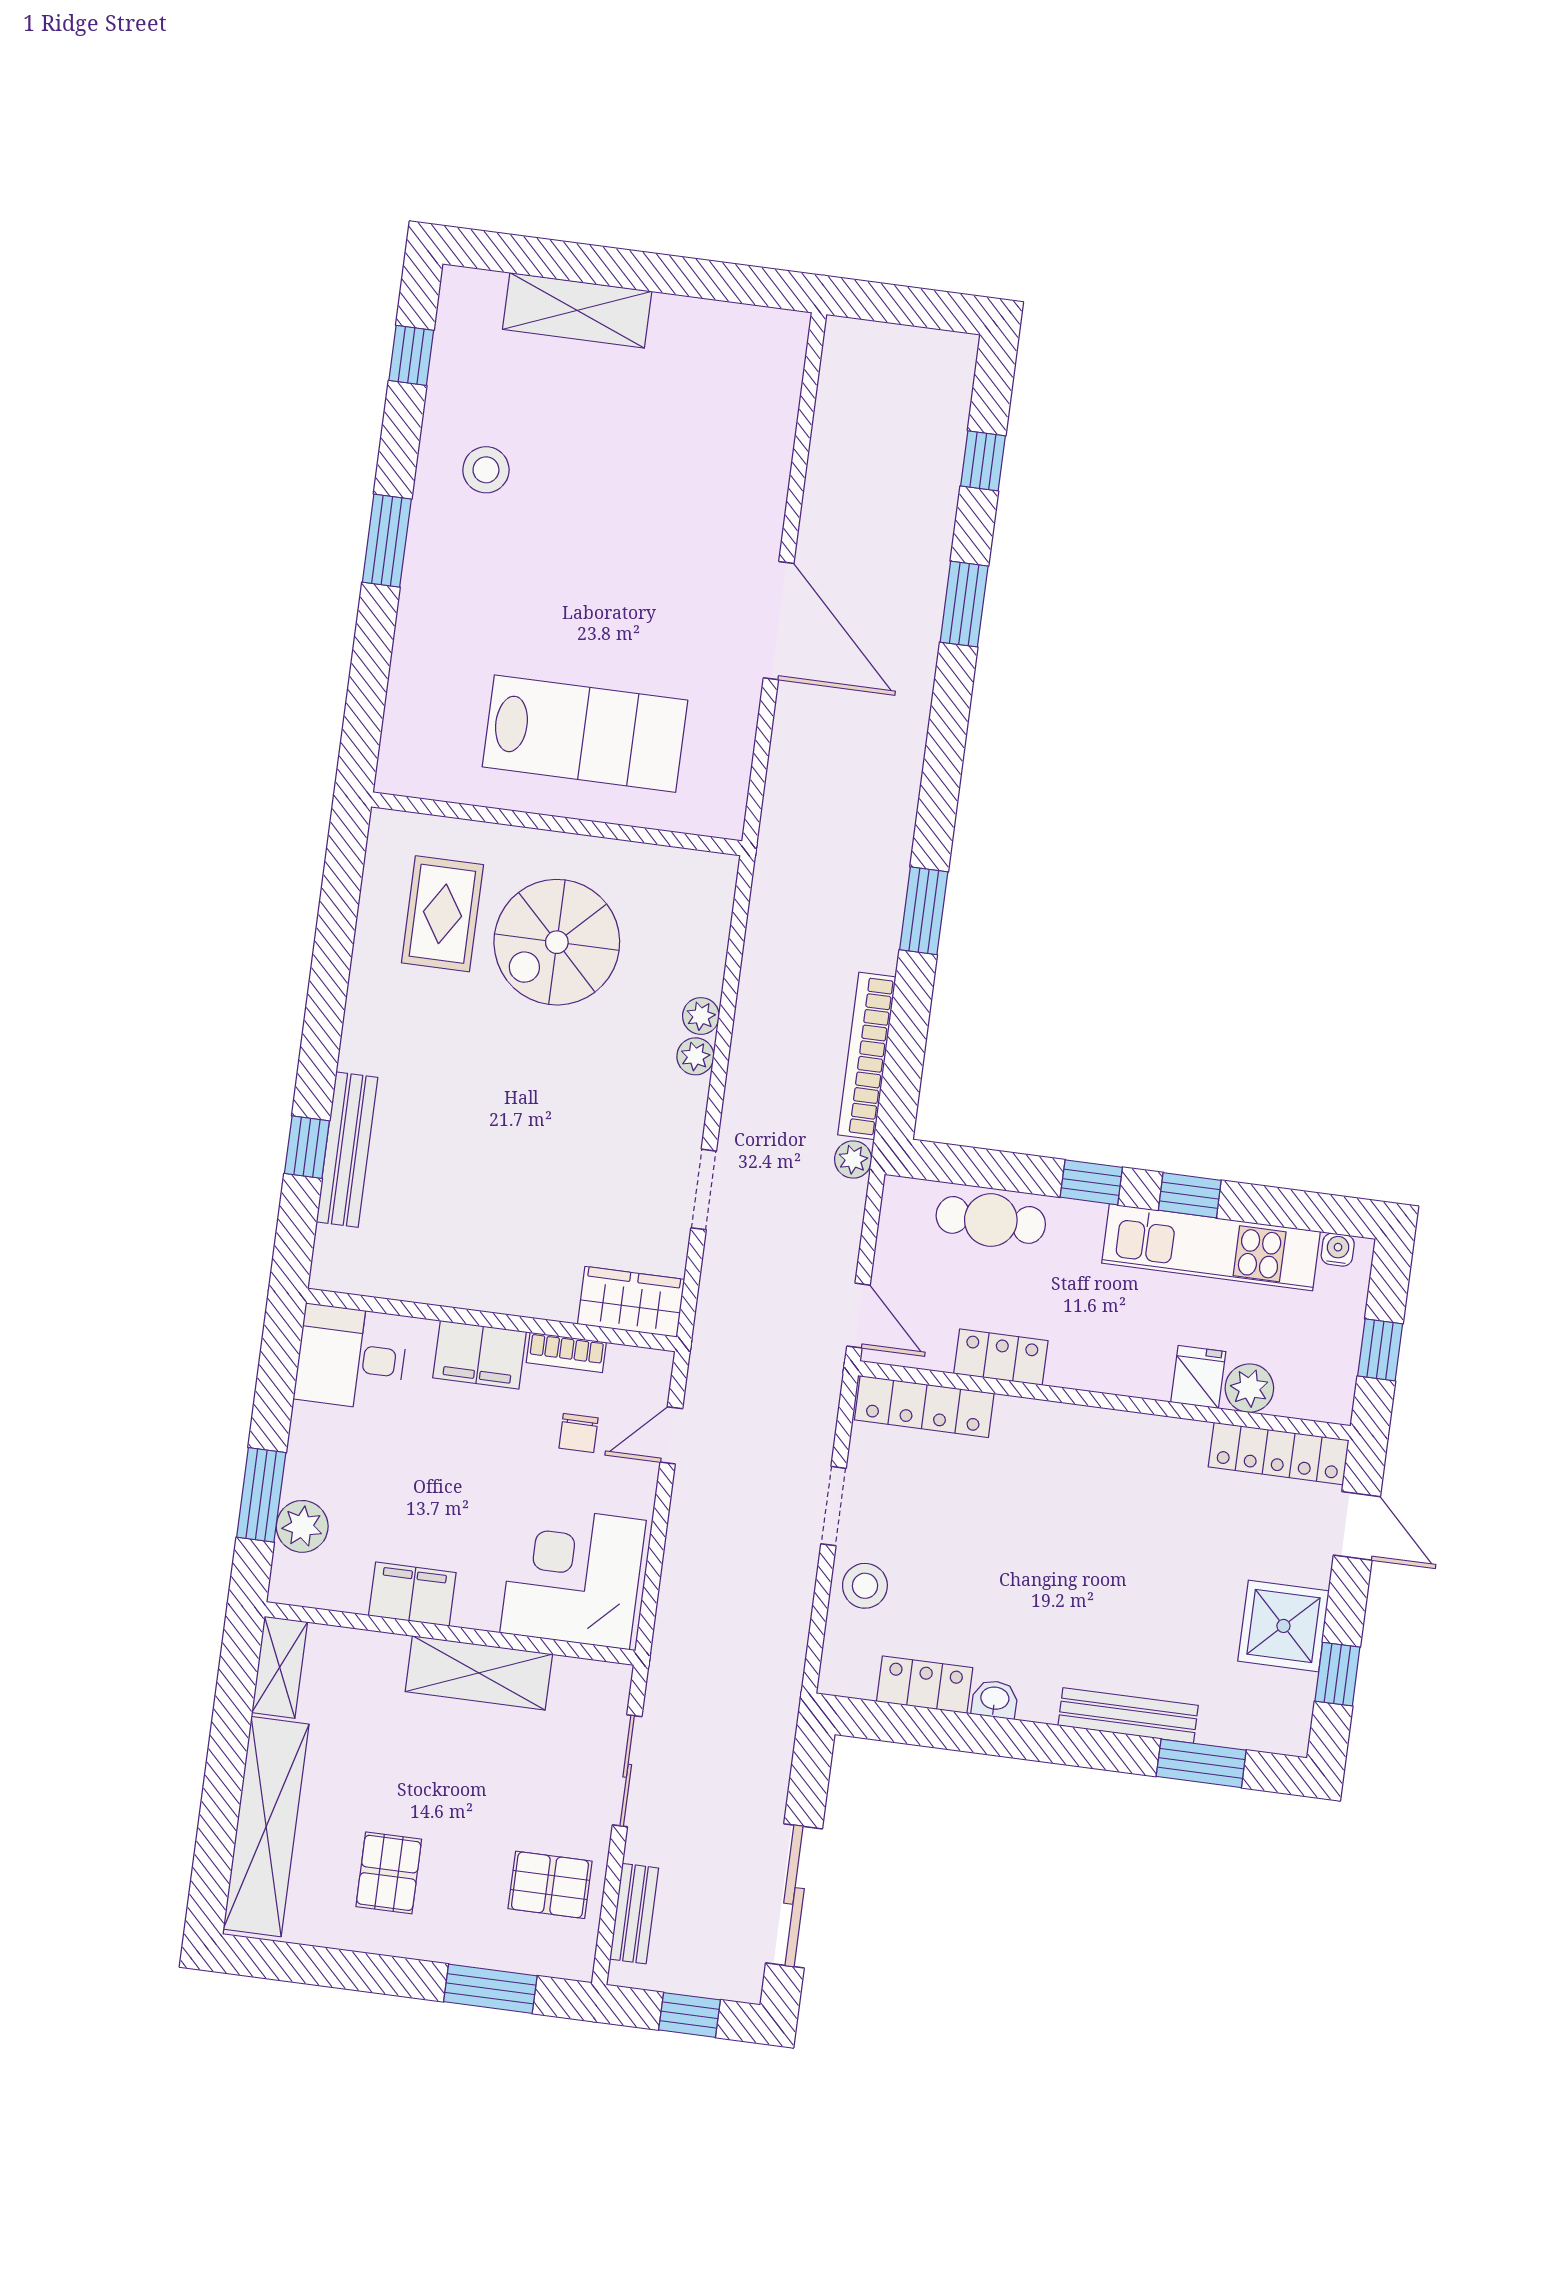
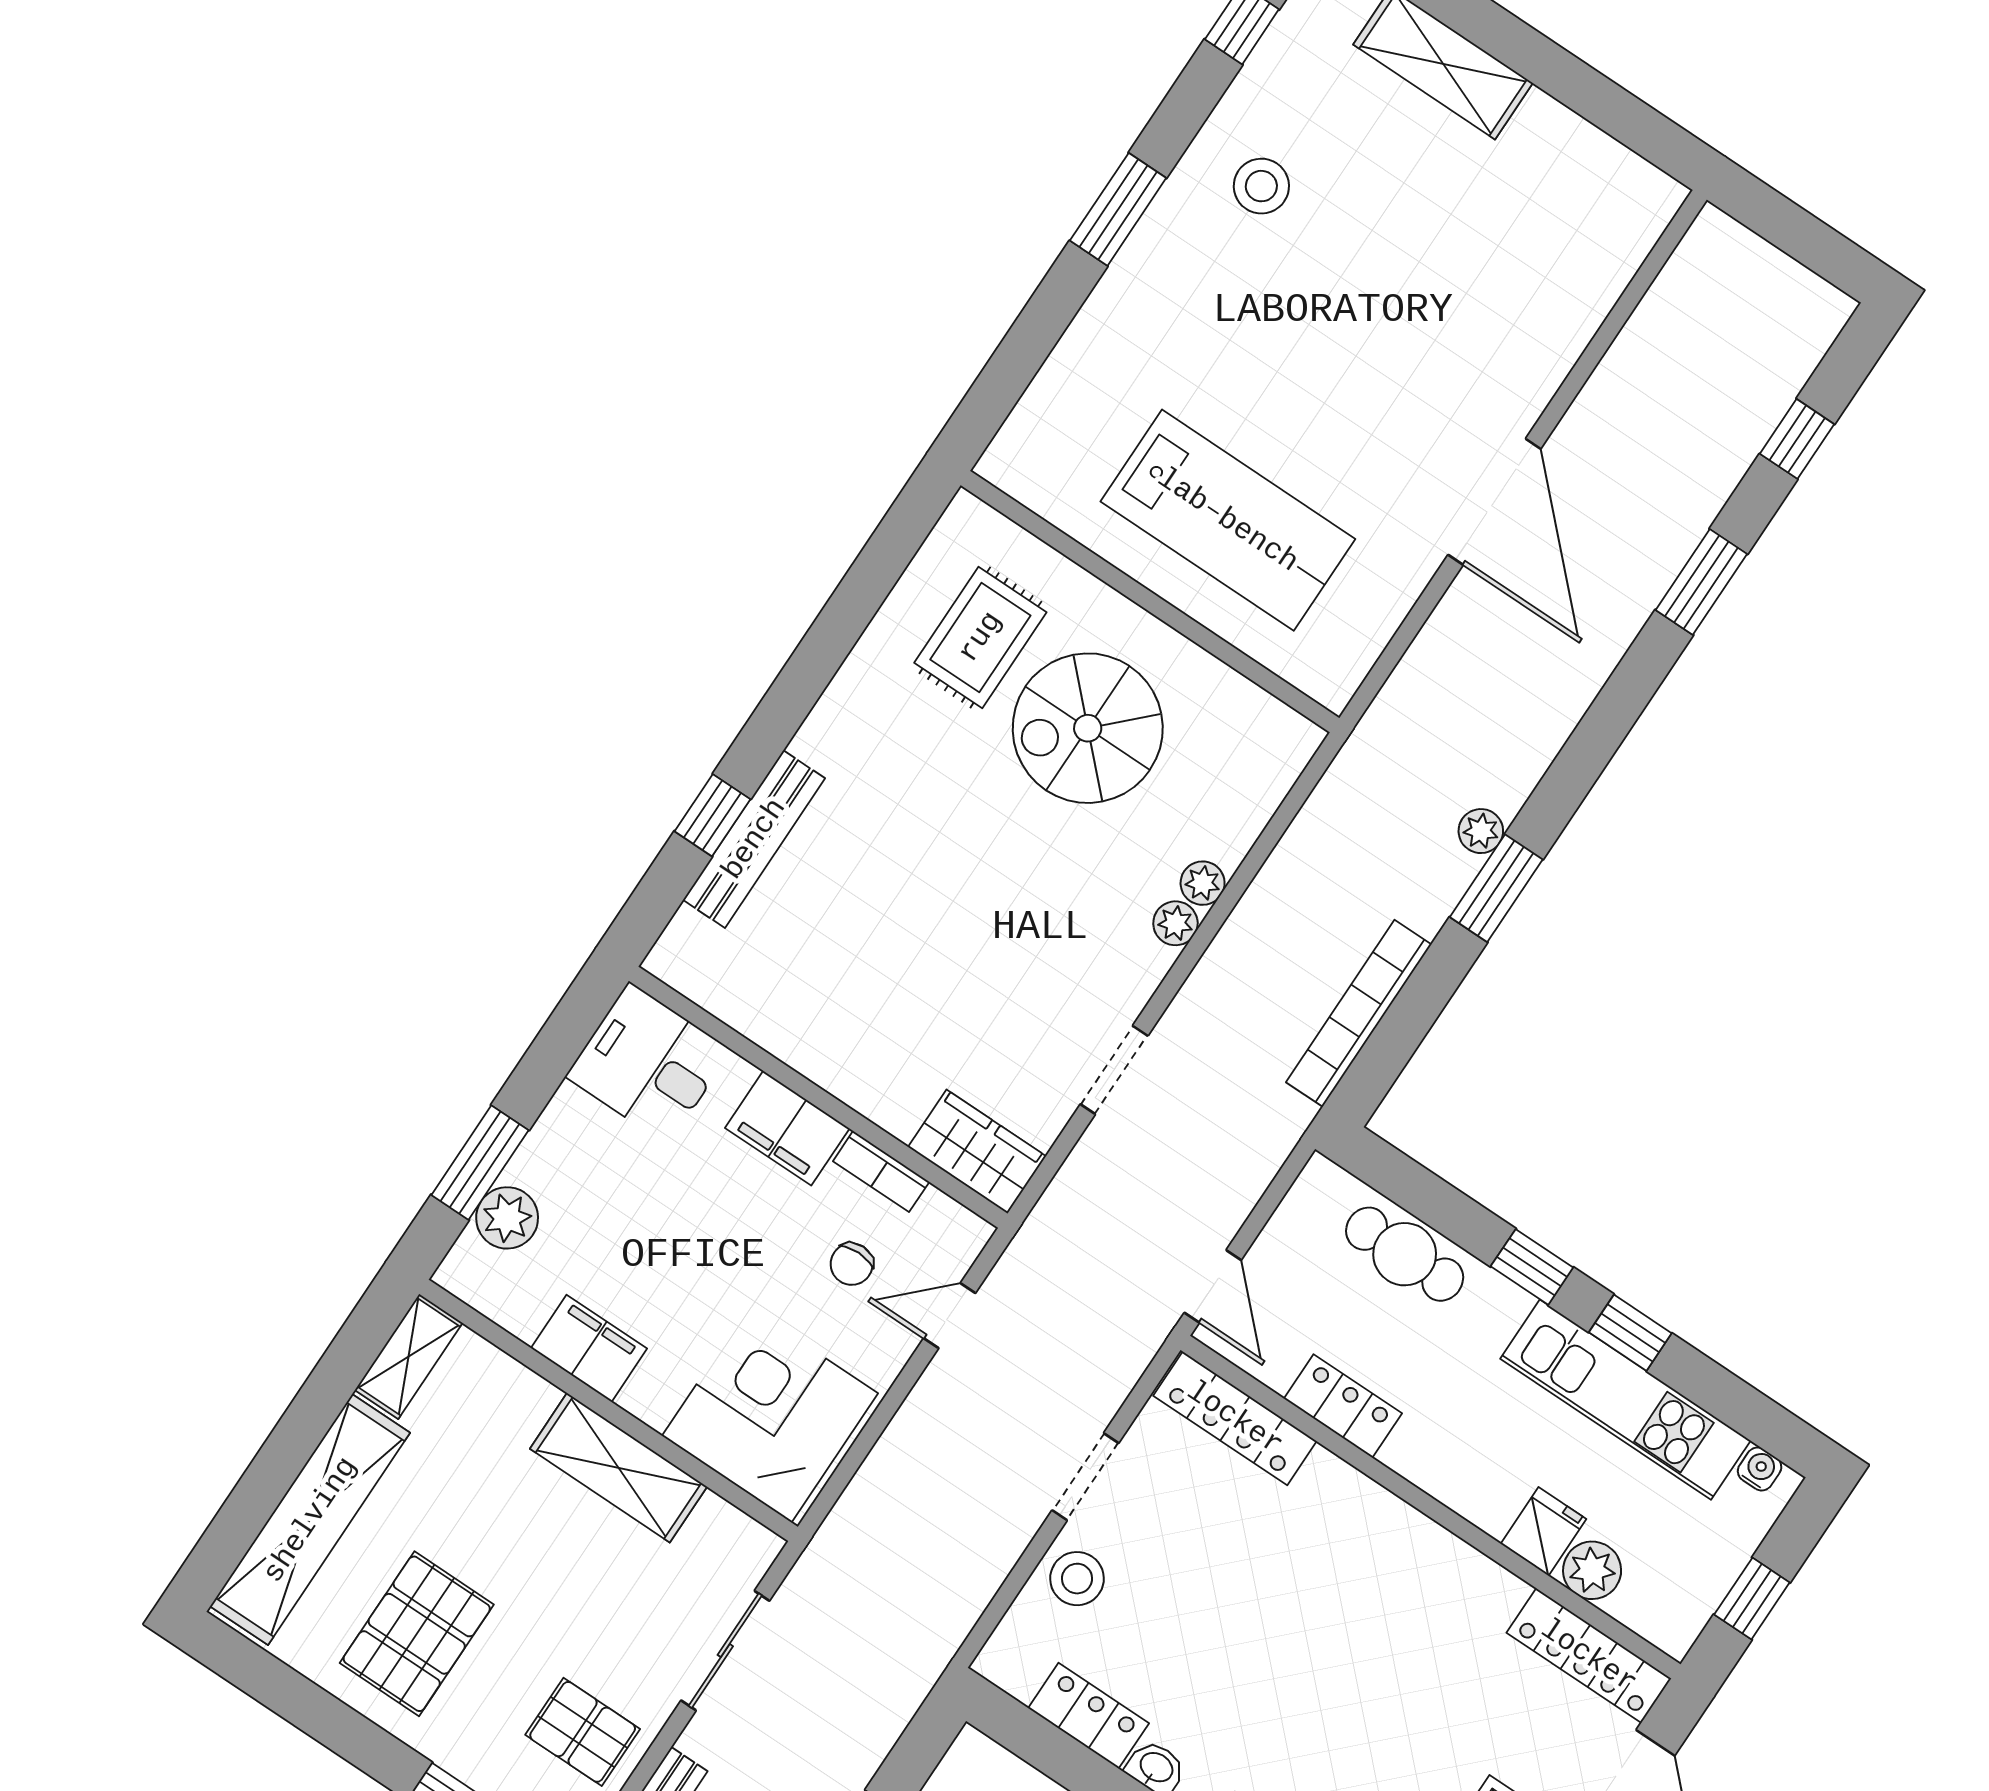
plant: (853, 1159) -> (1481, 831), moved
pallet: (389, 1873) -> (417, 1634), width x1.50, depth x1.42

